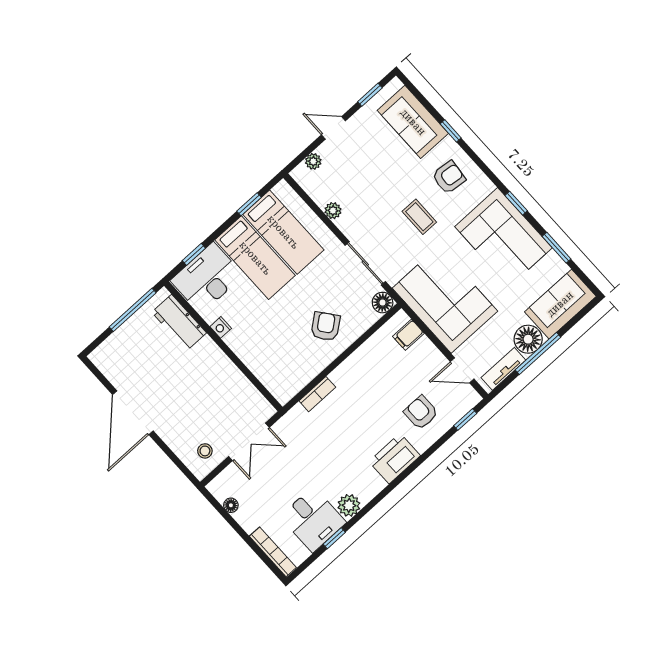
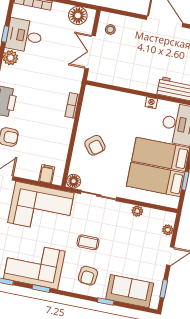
floor lamp: (231, 505) -> (78, 16), width x1.89, depth x1.89

